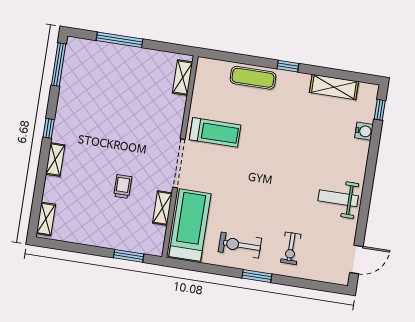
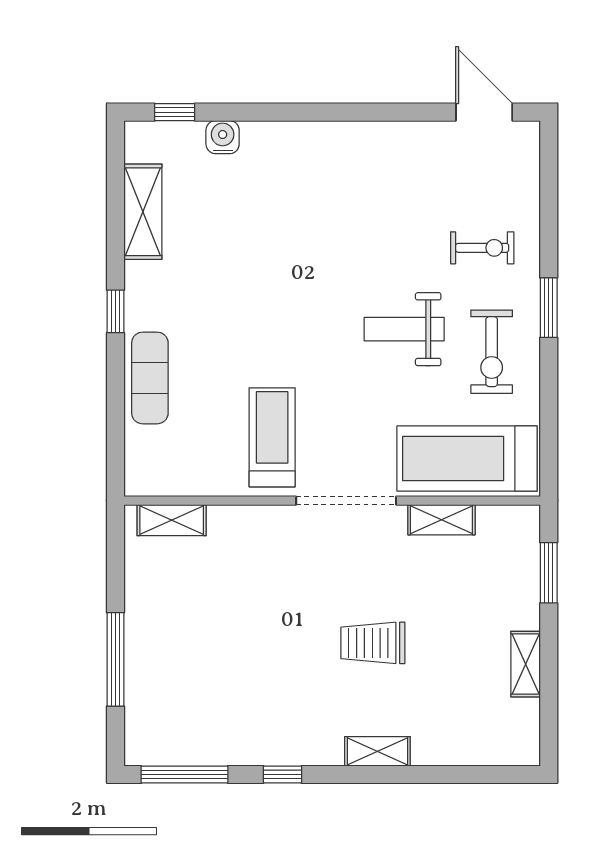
window: (49, 128) -> (282, 774), moved
trolley: (123, 186) -> (373, 643), moved, width x1.36, depth x1.39
weight bench: (338, 198) -> (404, 329), moved, turned 90
shelving: (46, 219) -> (526, 664), moved, turned 90

